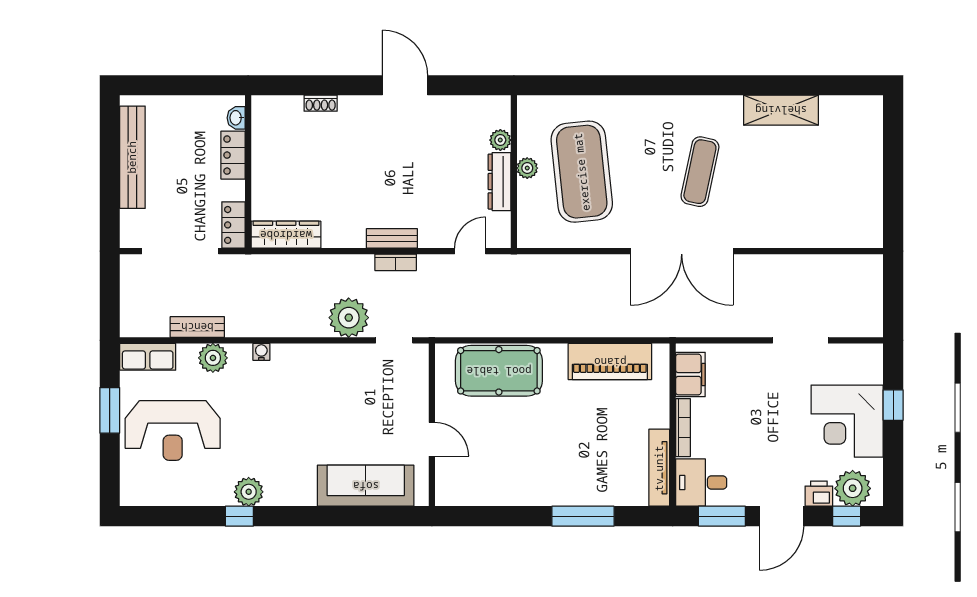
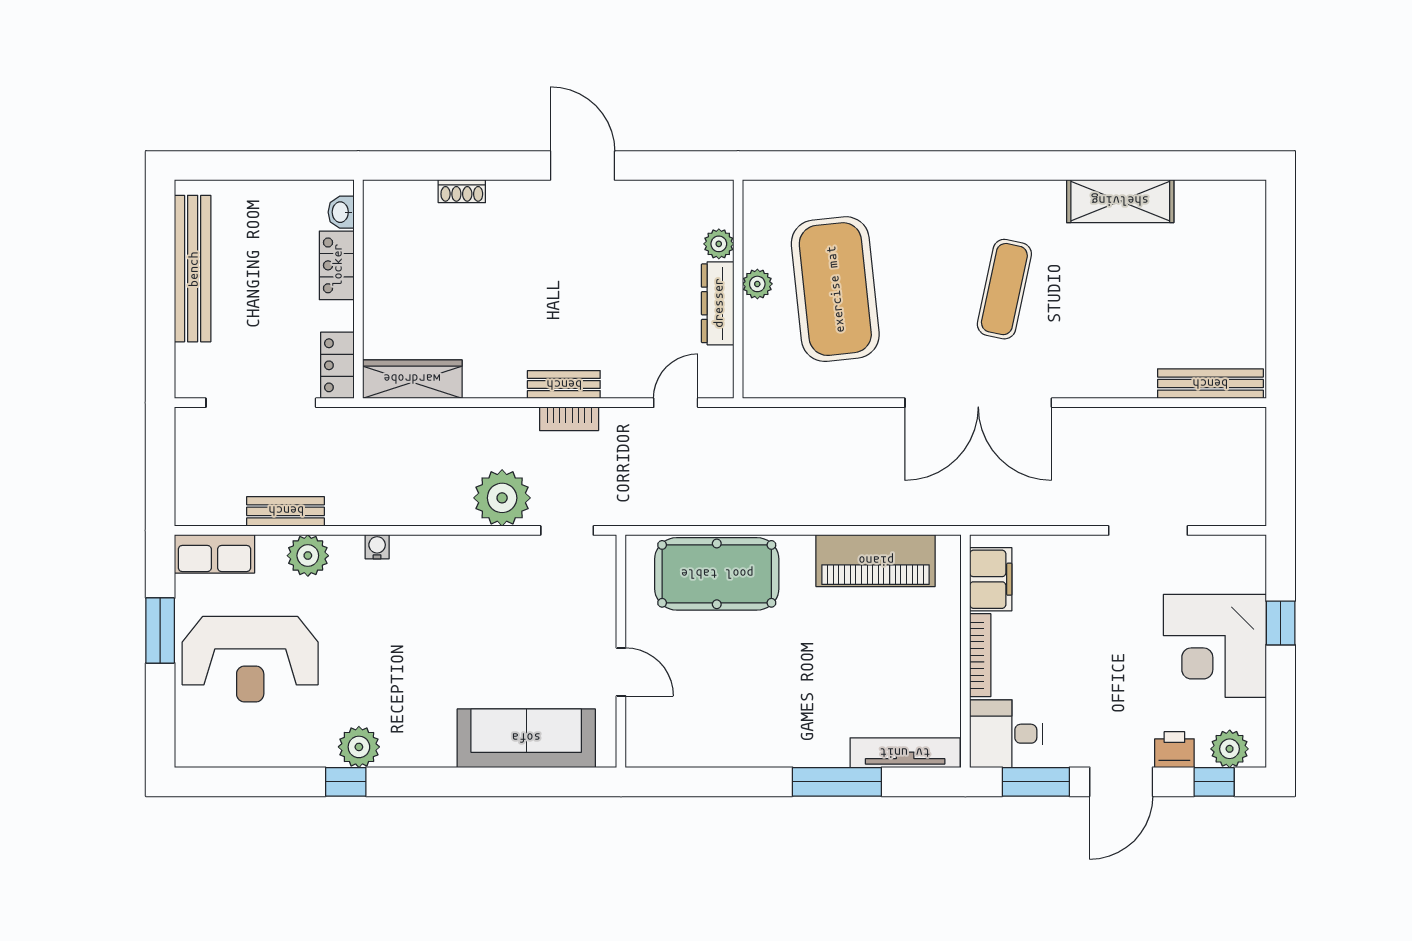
bench: (844, 238) -> (1210, 384), added
tv unit: (659, 468) -> (905, 753), moved, turned 90
plant: (853, 488) -> (1230, 749), width x0.73, depth x0.73

